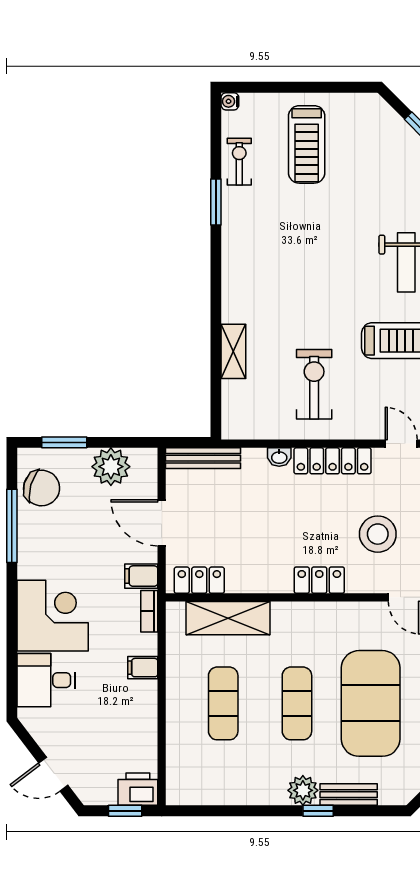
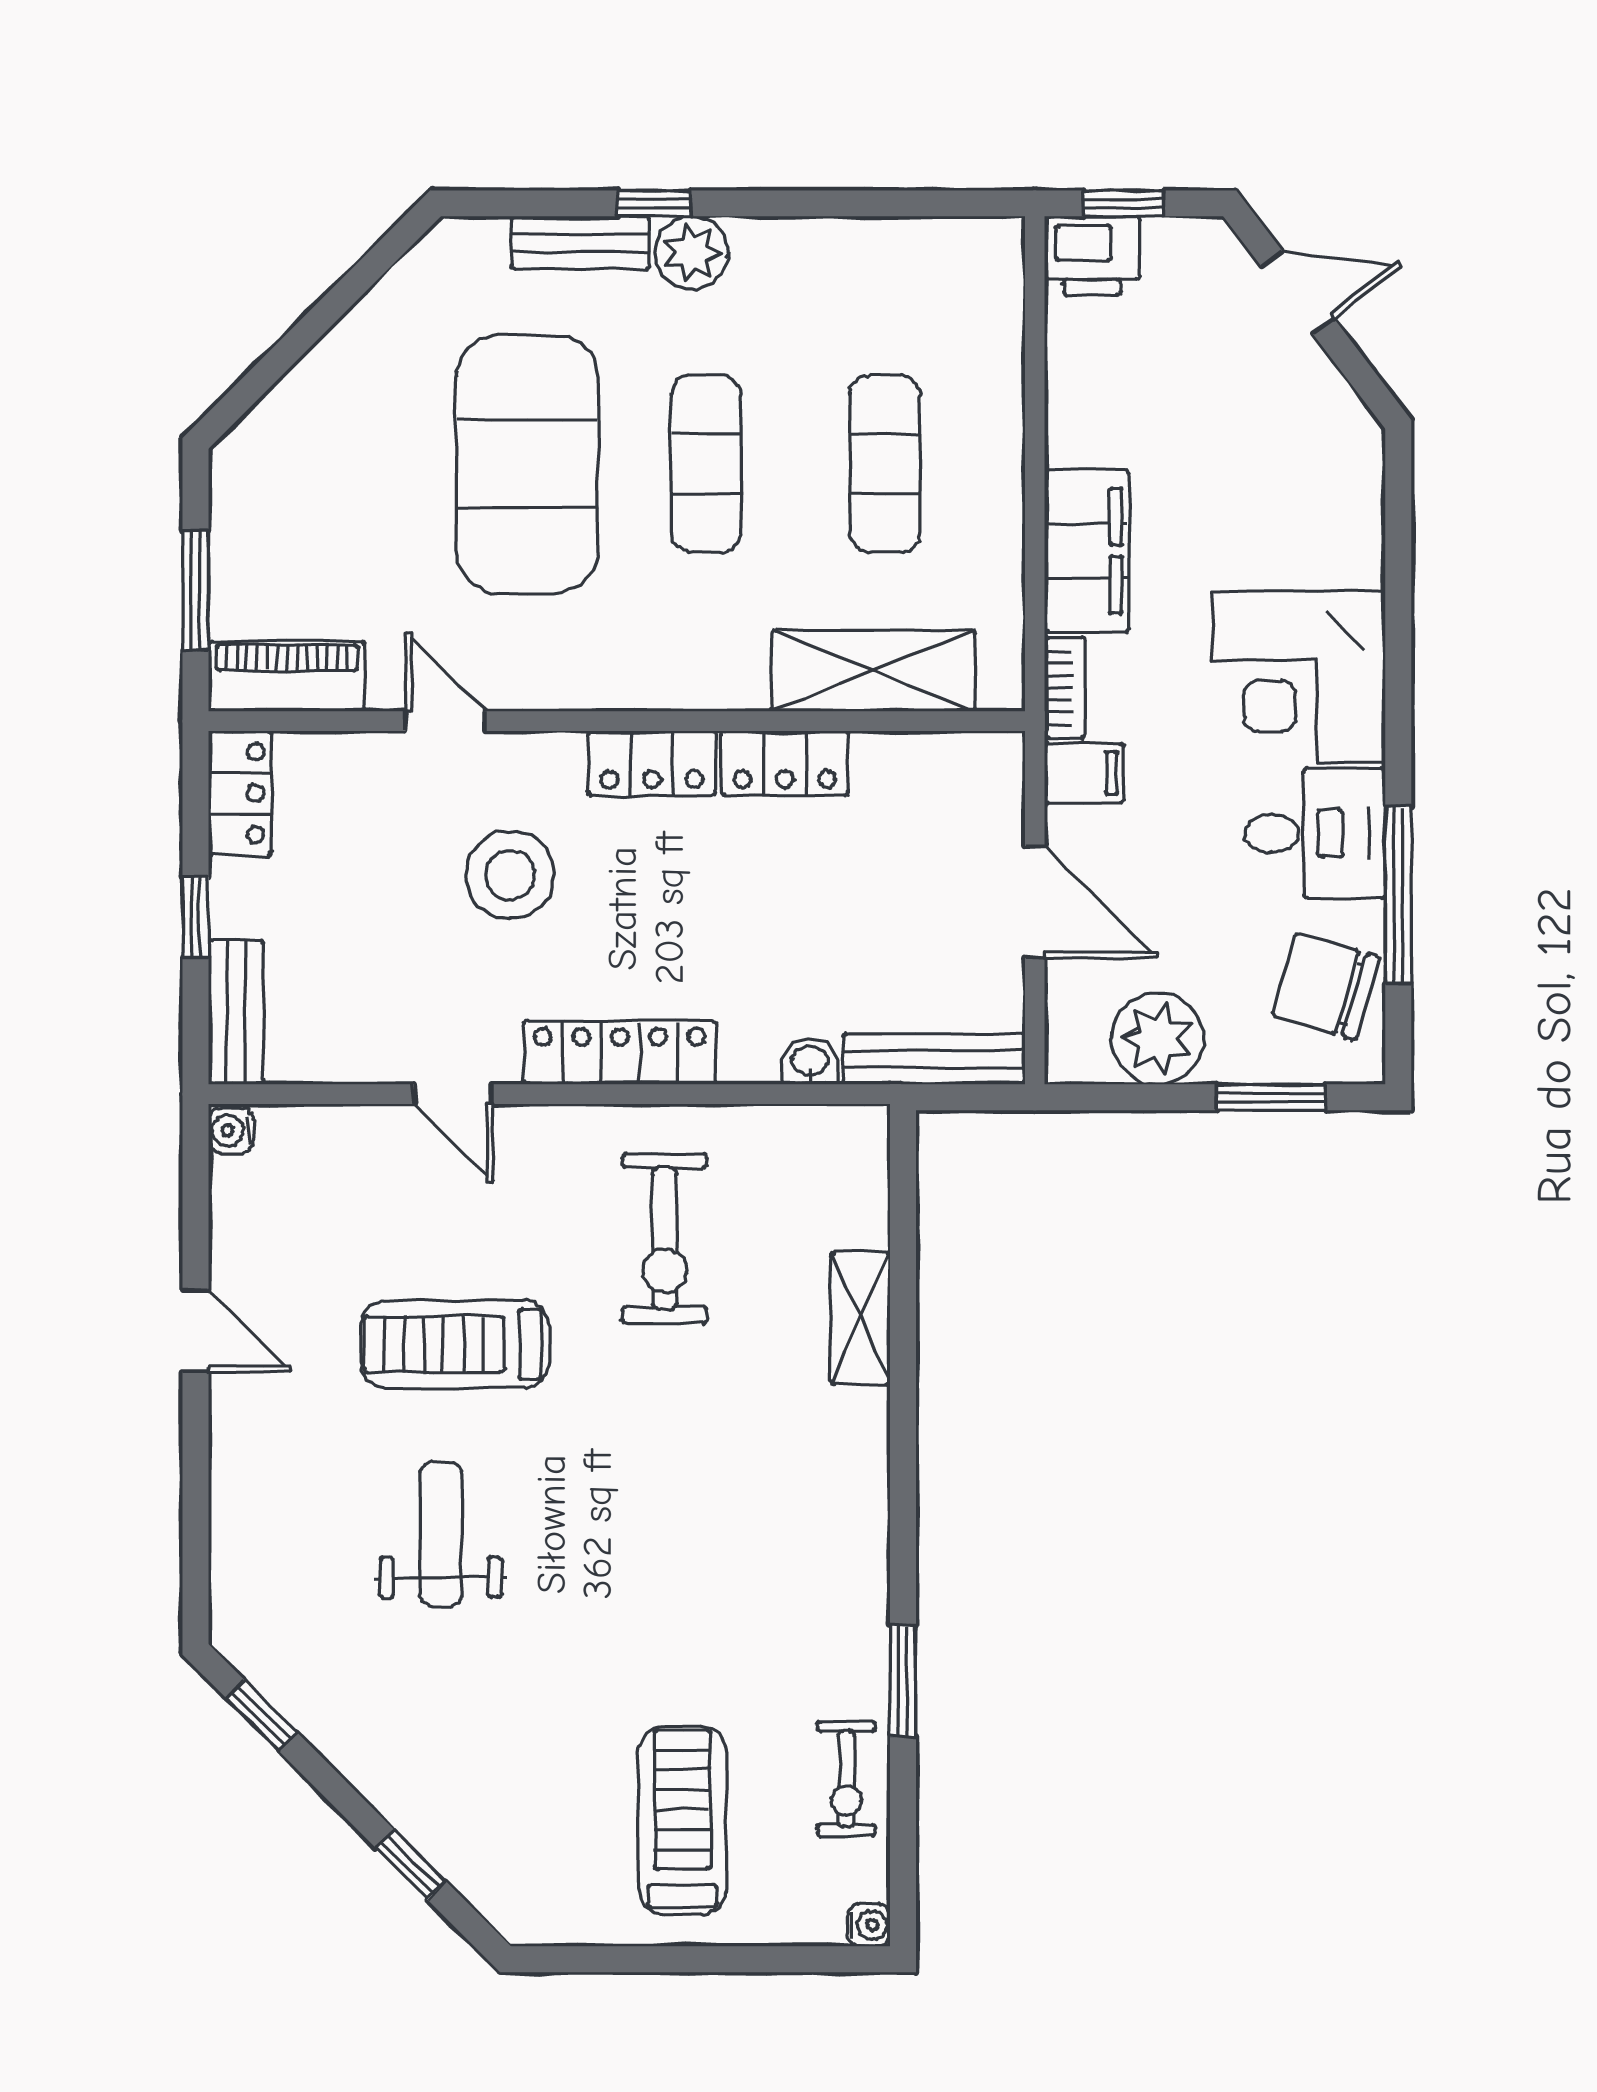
washbasin: (279, 457) -> (810, 1062), moved
locker: (199, 580) -> (785, 763), moved
filing cabinet: (143, 668) -> (1087, 551), width x3.00, depth x1.17
desk: (46, 680) -> (1315, 833), moved

